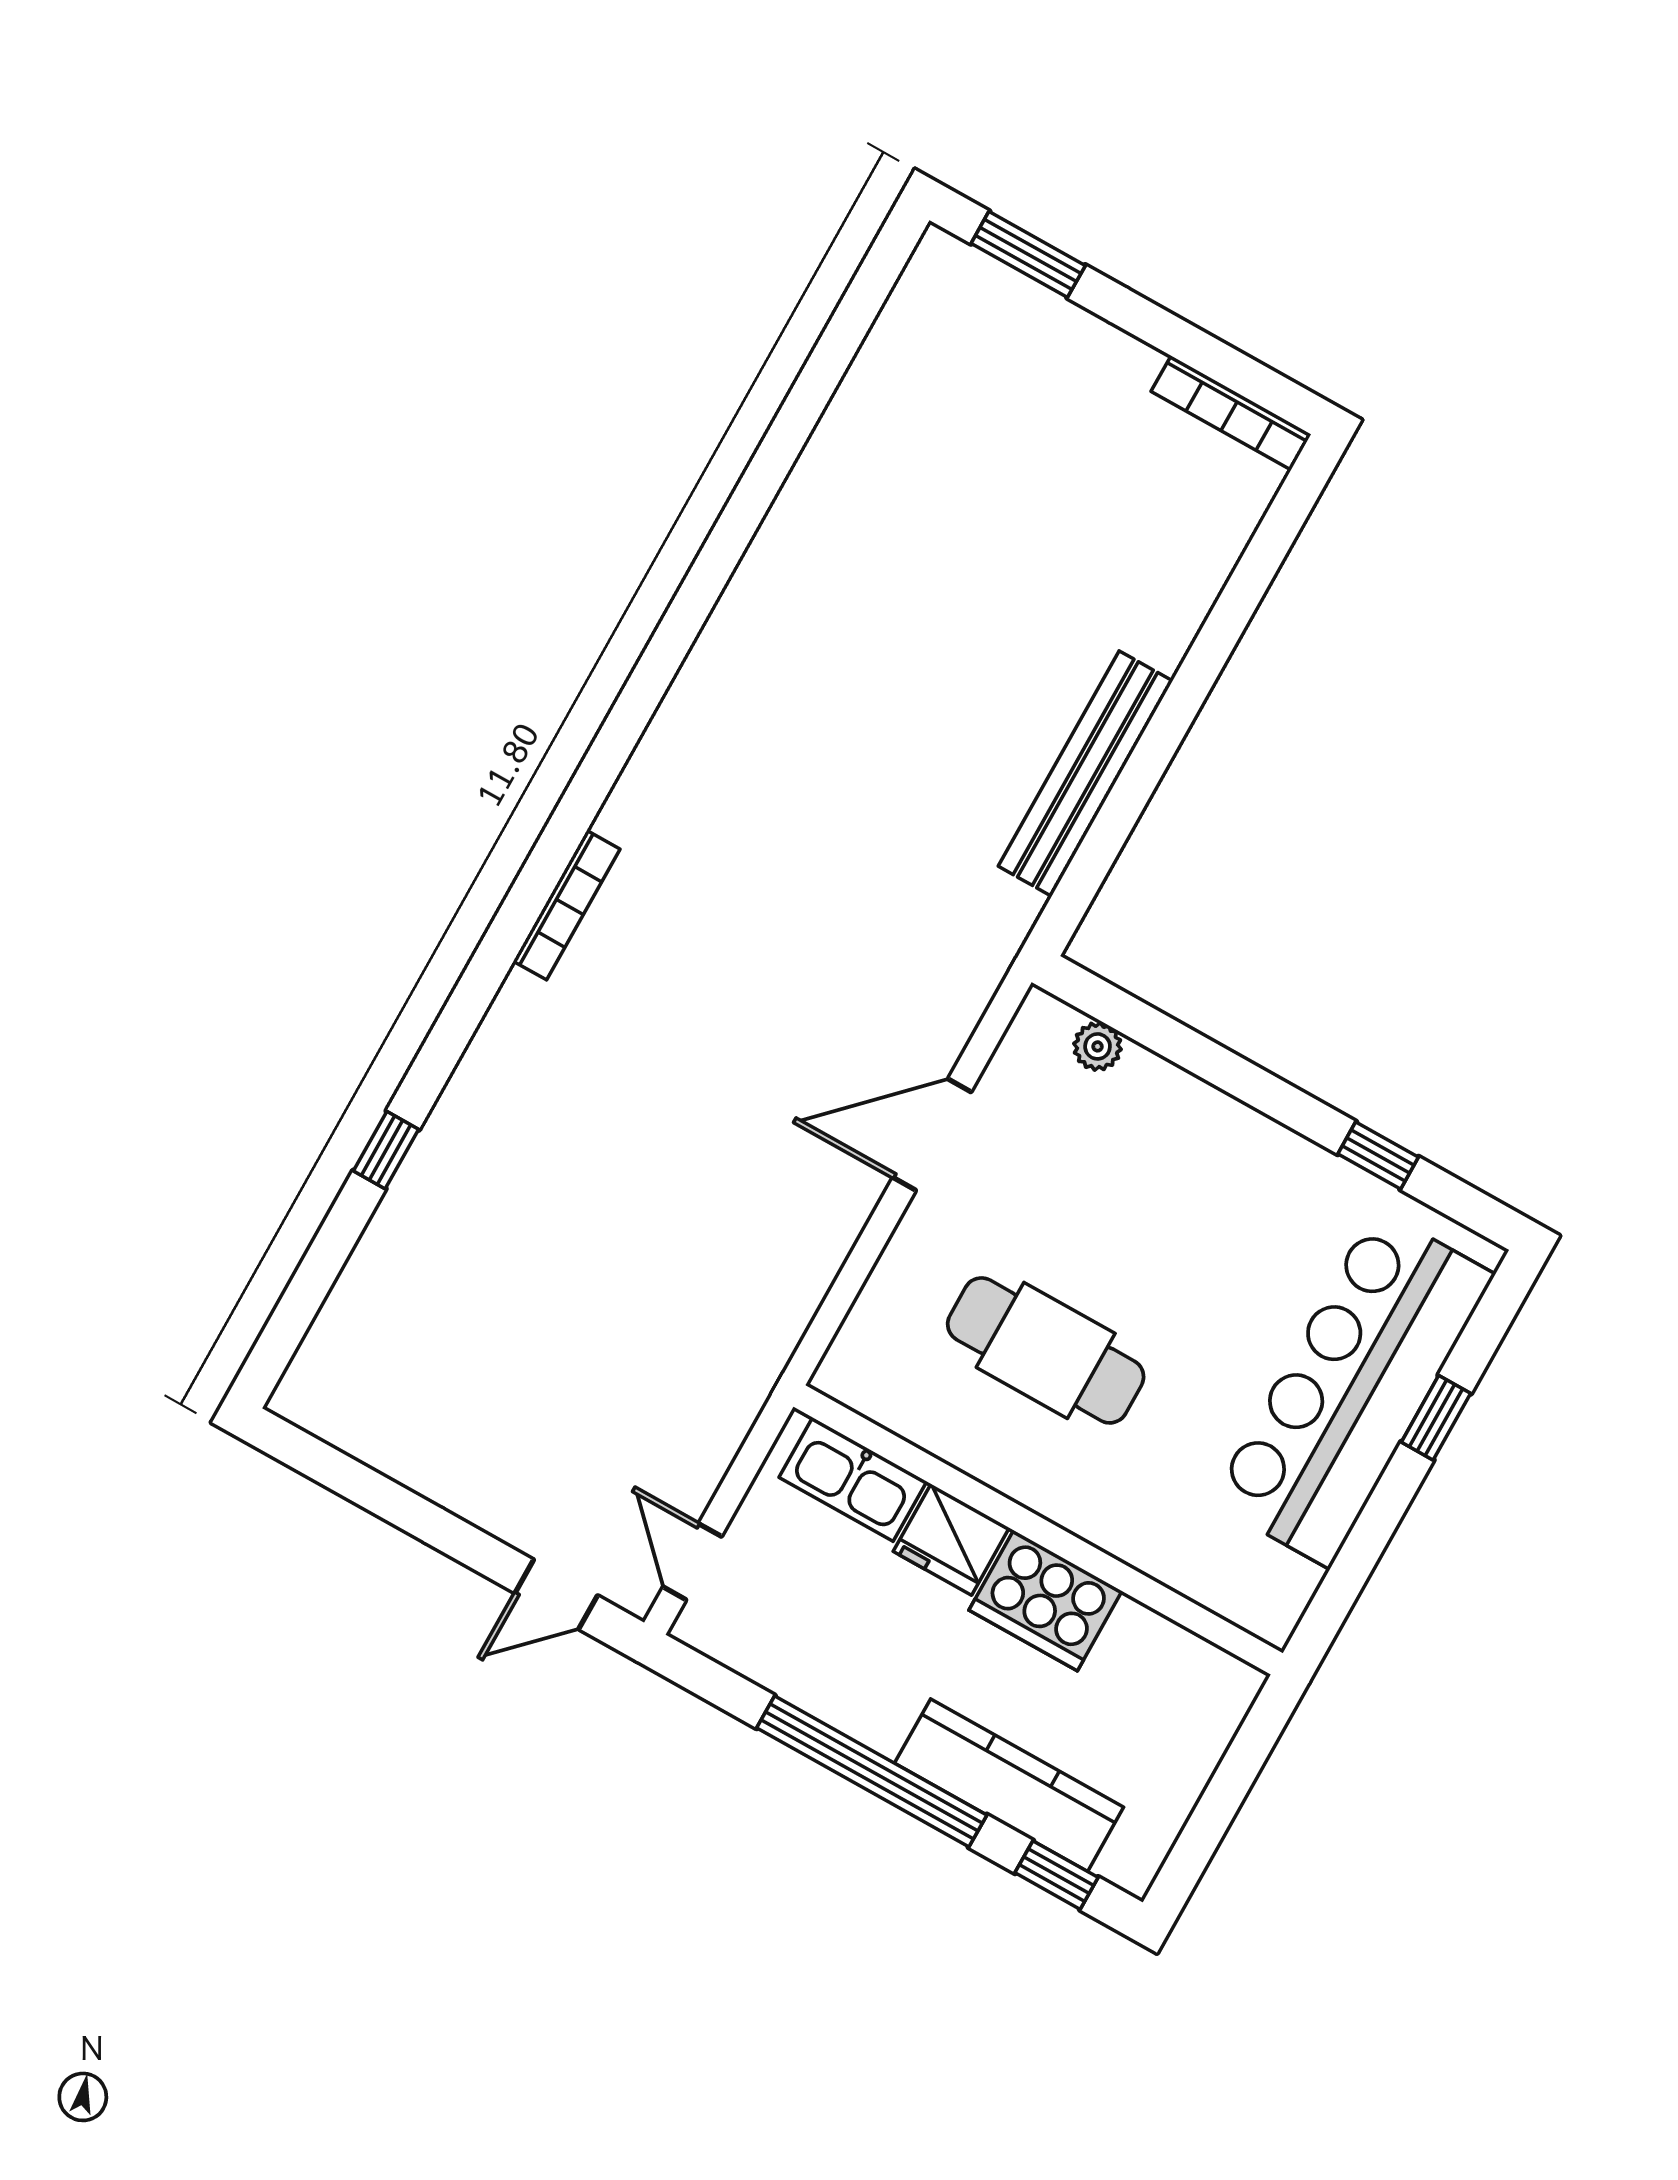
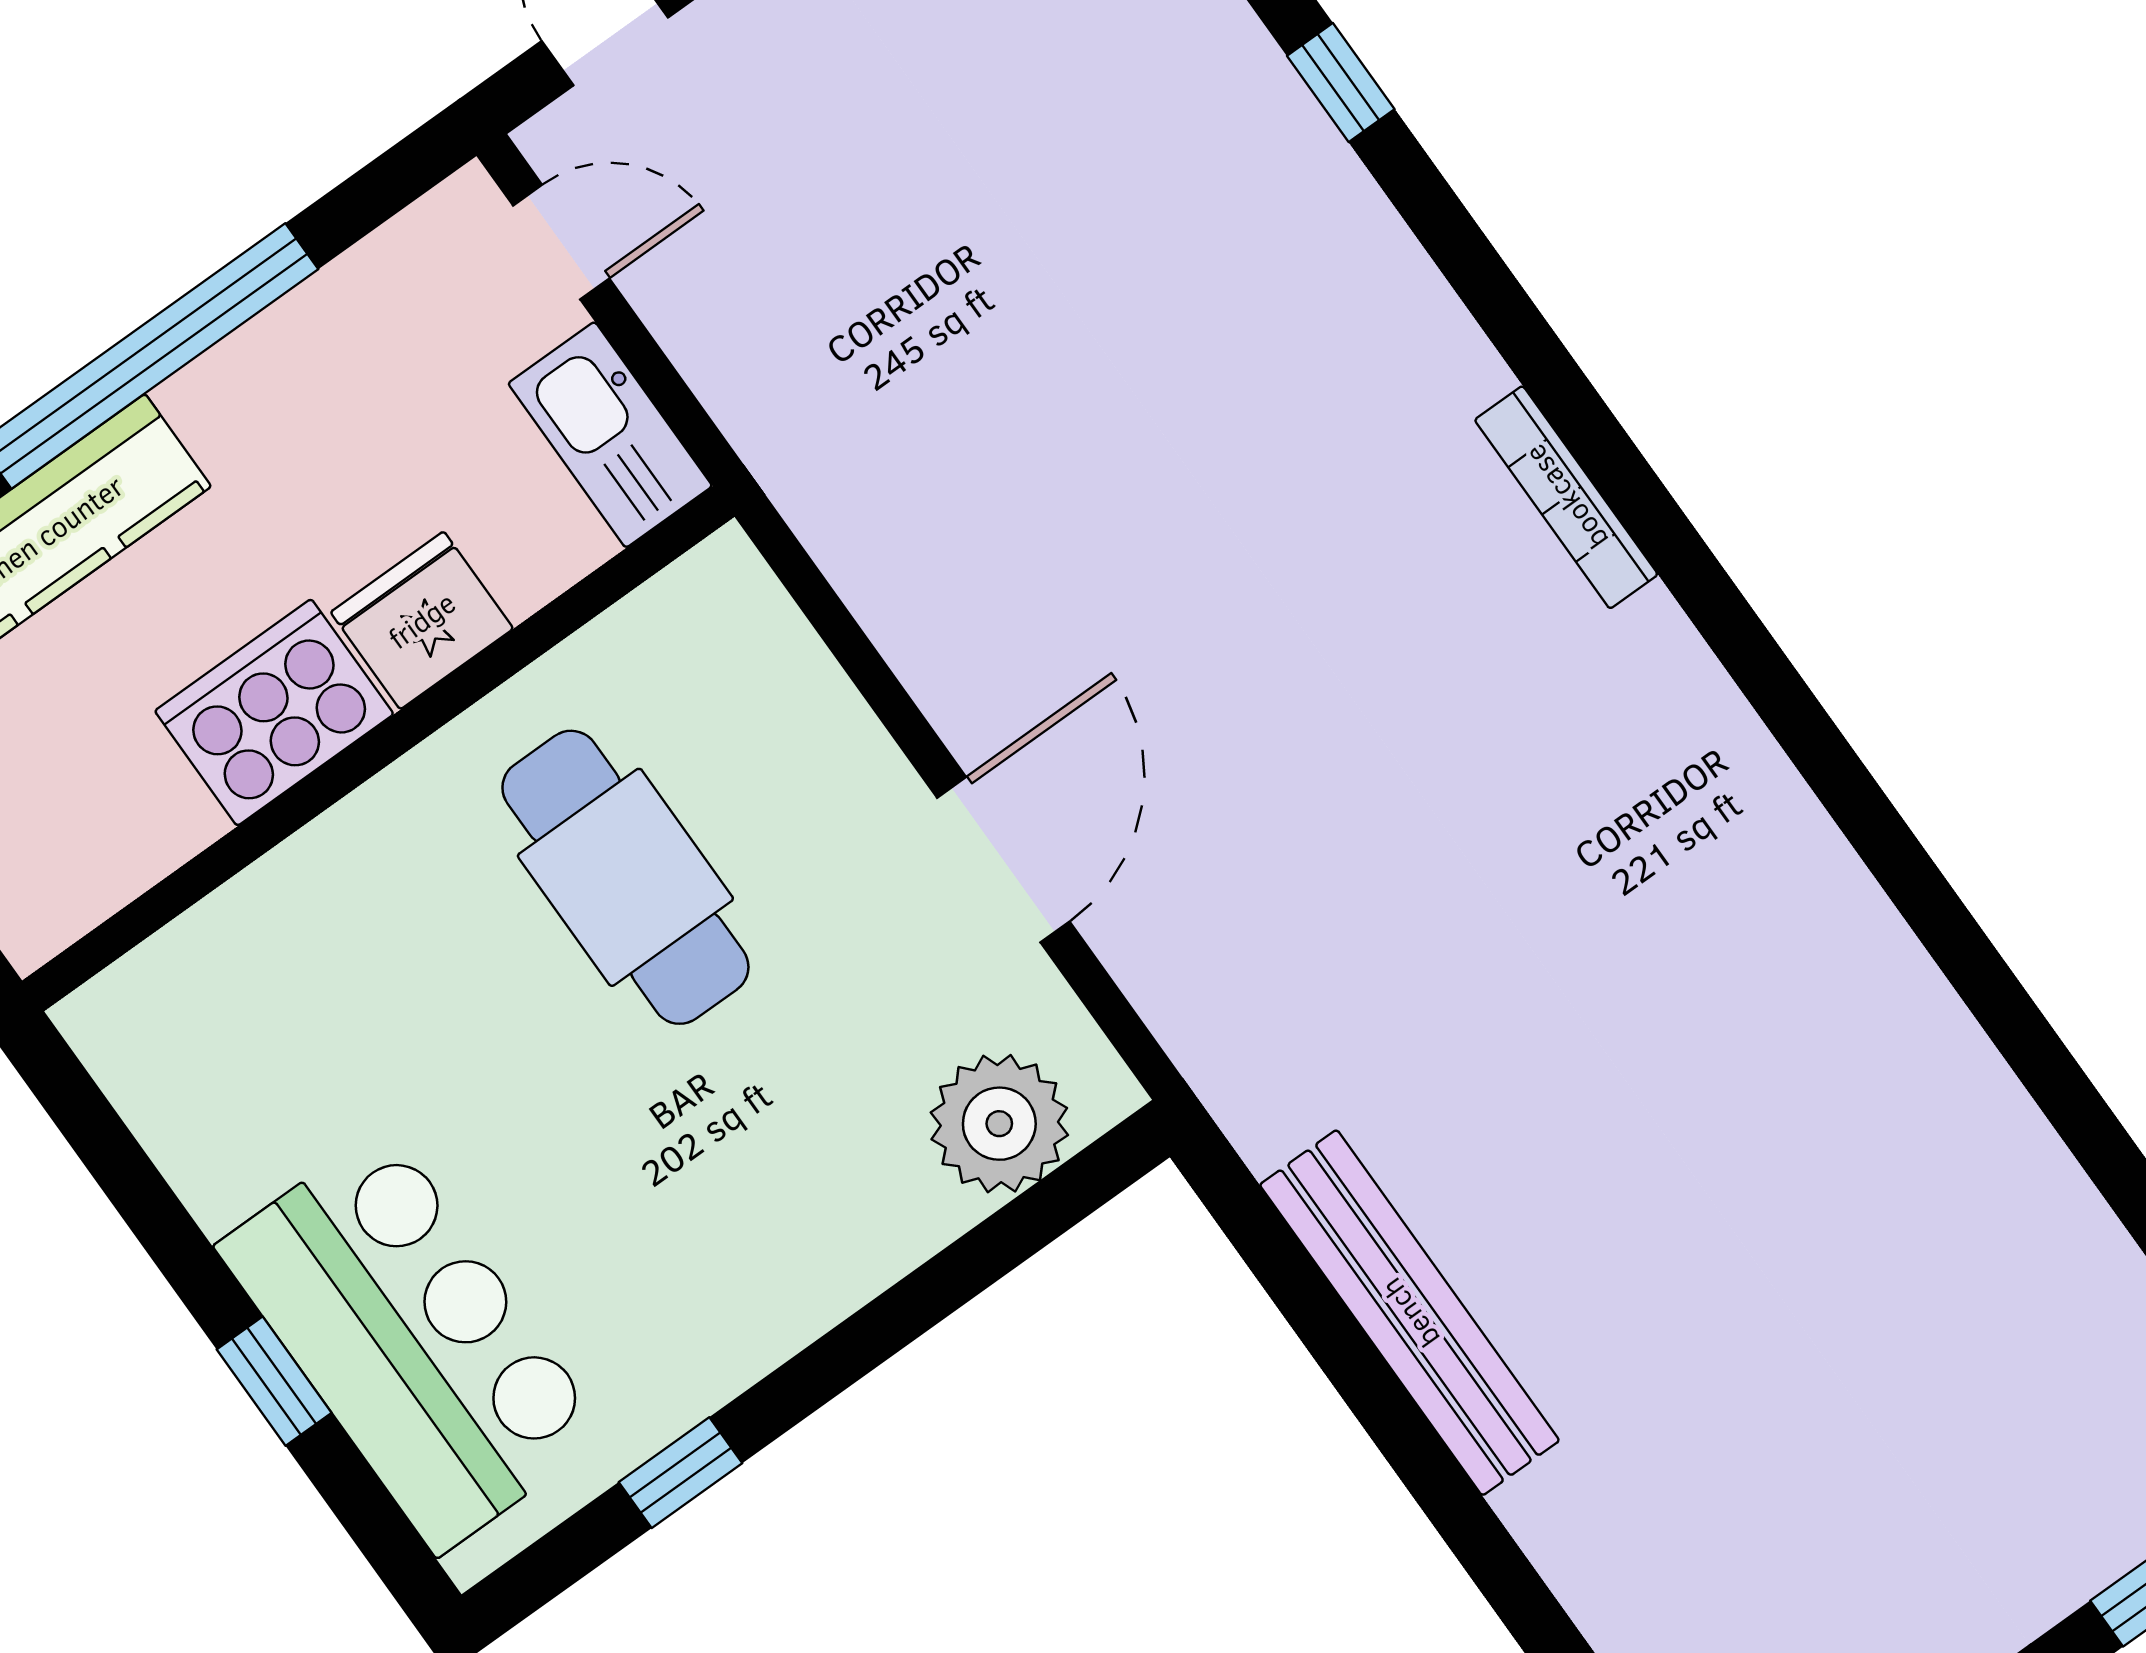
plant: (1098, 1046) -> (999, 1124), width x1.87, depth x1.87
cafe table: (1046, 1350) -> (625, 877), turned 90
bar counter: (1352, 1388) -> (411, 1340), width x0.73
kitchen sink: (853, 1479) -> (610, 435), moved, turned -90

